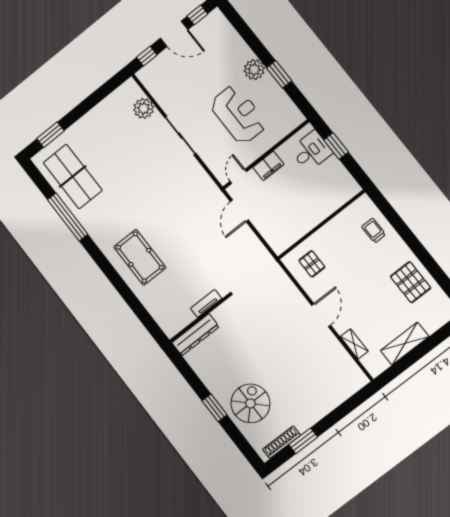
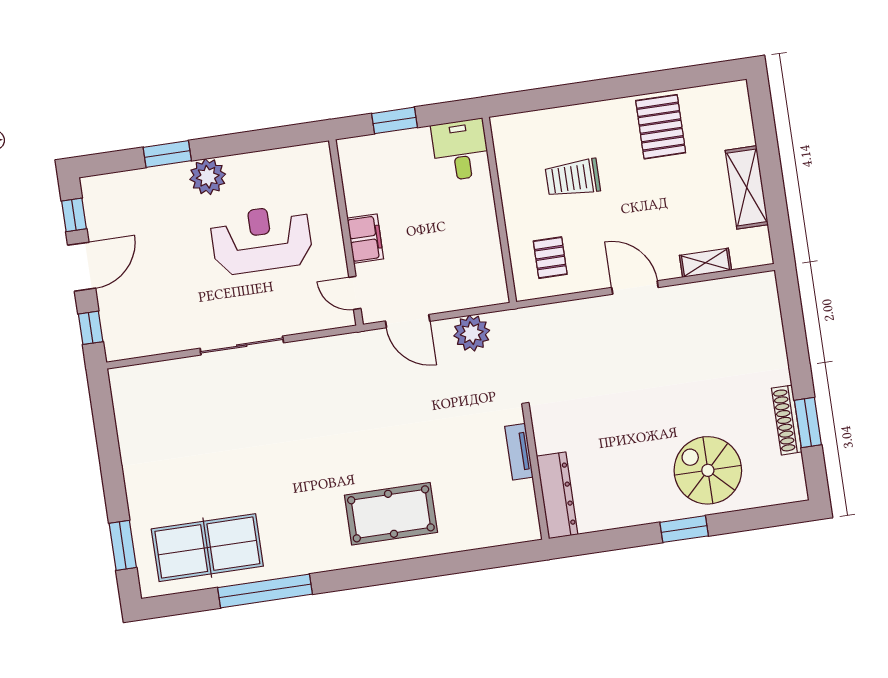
window: (279, 74) -> (167, 154), moved
plant: (144, 108) -> (472, 333), moved
desk: (311, 151) -> (461, 150), moved
trolley: (374, 231) -> (573, 178), moved, width x1.36, depth x1.39
pallet: (312, 264) -> (550, 258), turned 90
pallet: (411, 282) -> (661, 127), turned 90
shoe rack: (281, 442) -> (787, 420), moved

